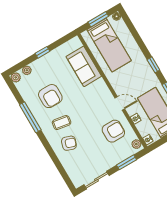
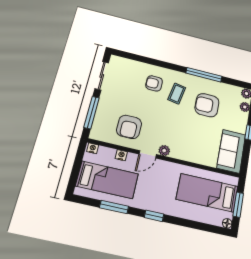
sofa: (84, 66) -> (231, 151), moved, turned -90
armchair: (69, 143) -> (154, 83), turned 71
plant: (136, 144) -> (164, 151), moved
window: (126, 162) -> (92, 113), width x1.44

